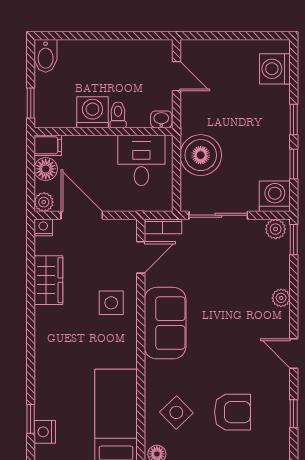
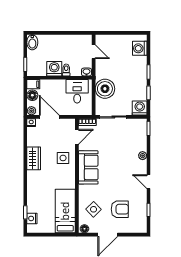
plant: (276, 229) -> (140, 123), removed
wardrobe: (48, 280) -> (34, 158), moved

